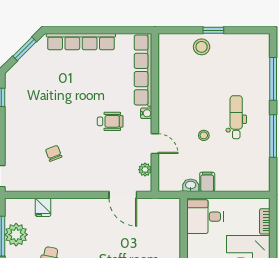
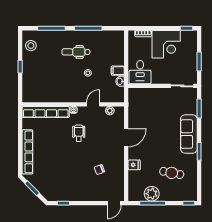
stool: (202, 47) -> (31, 46), moved
door: (123, 195) -> (126, 138), moved
fridge: (43, 207) -> (134, 165), moved

